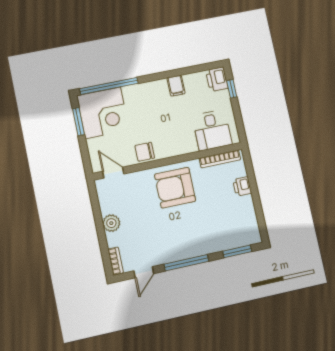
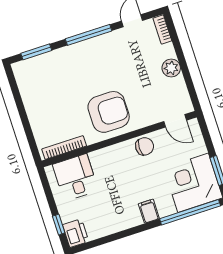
filing cabinet: (176, 86) -> (149, 211), moved
printer: (242, 186) -> (37, 121), removed

